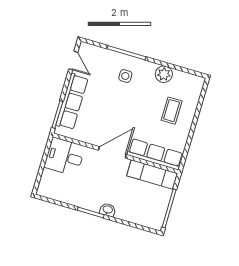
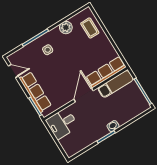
coffee table: (172, 111) -> (90, 28), moved

